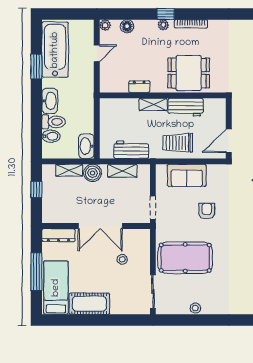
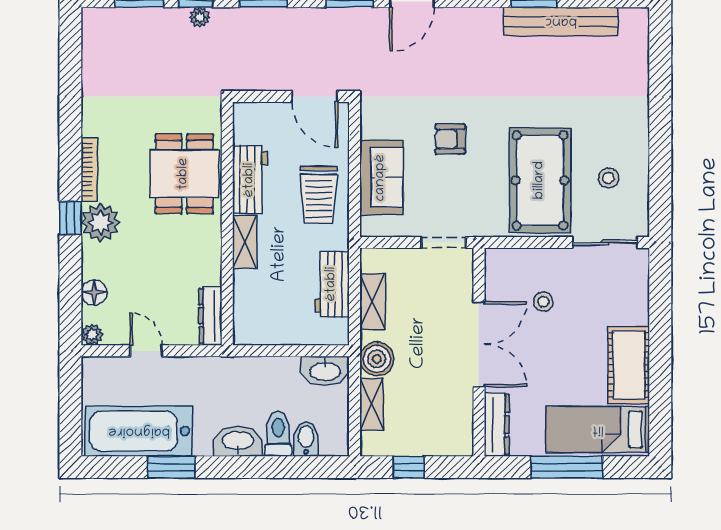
plant: (163, 25) -> (100, 223), width x1.88, depth x1.88
dresser: (139, 87) -> (211, 316), moved, width x1.44
stool: (195, 308) -> (608, 178), moved

